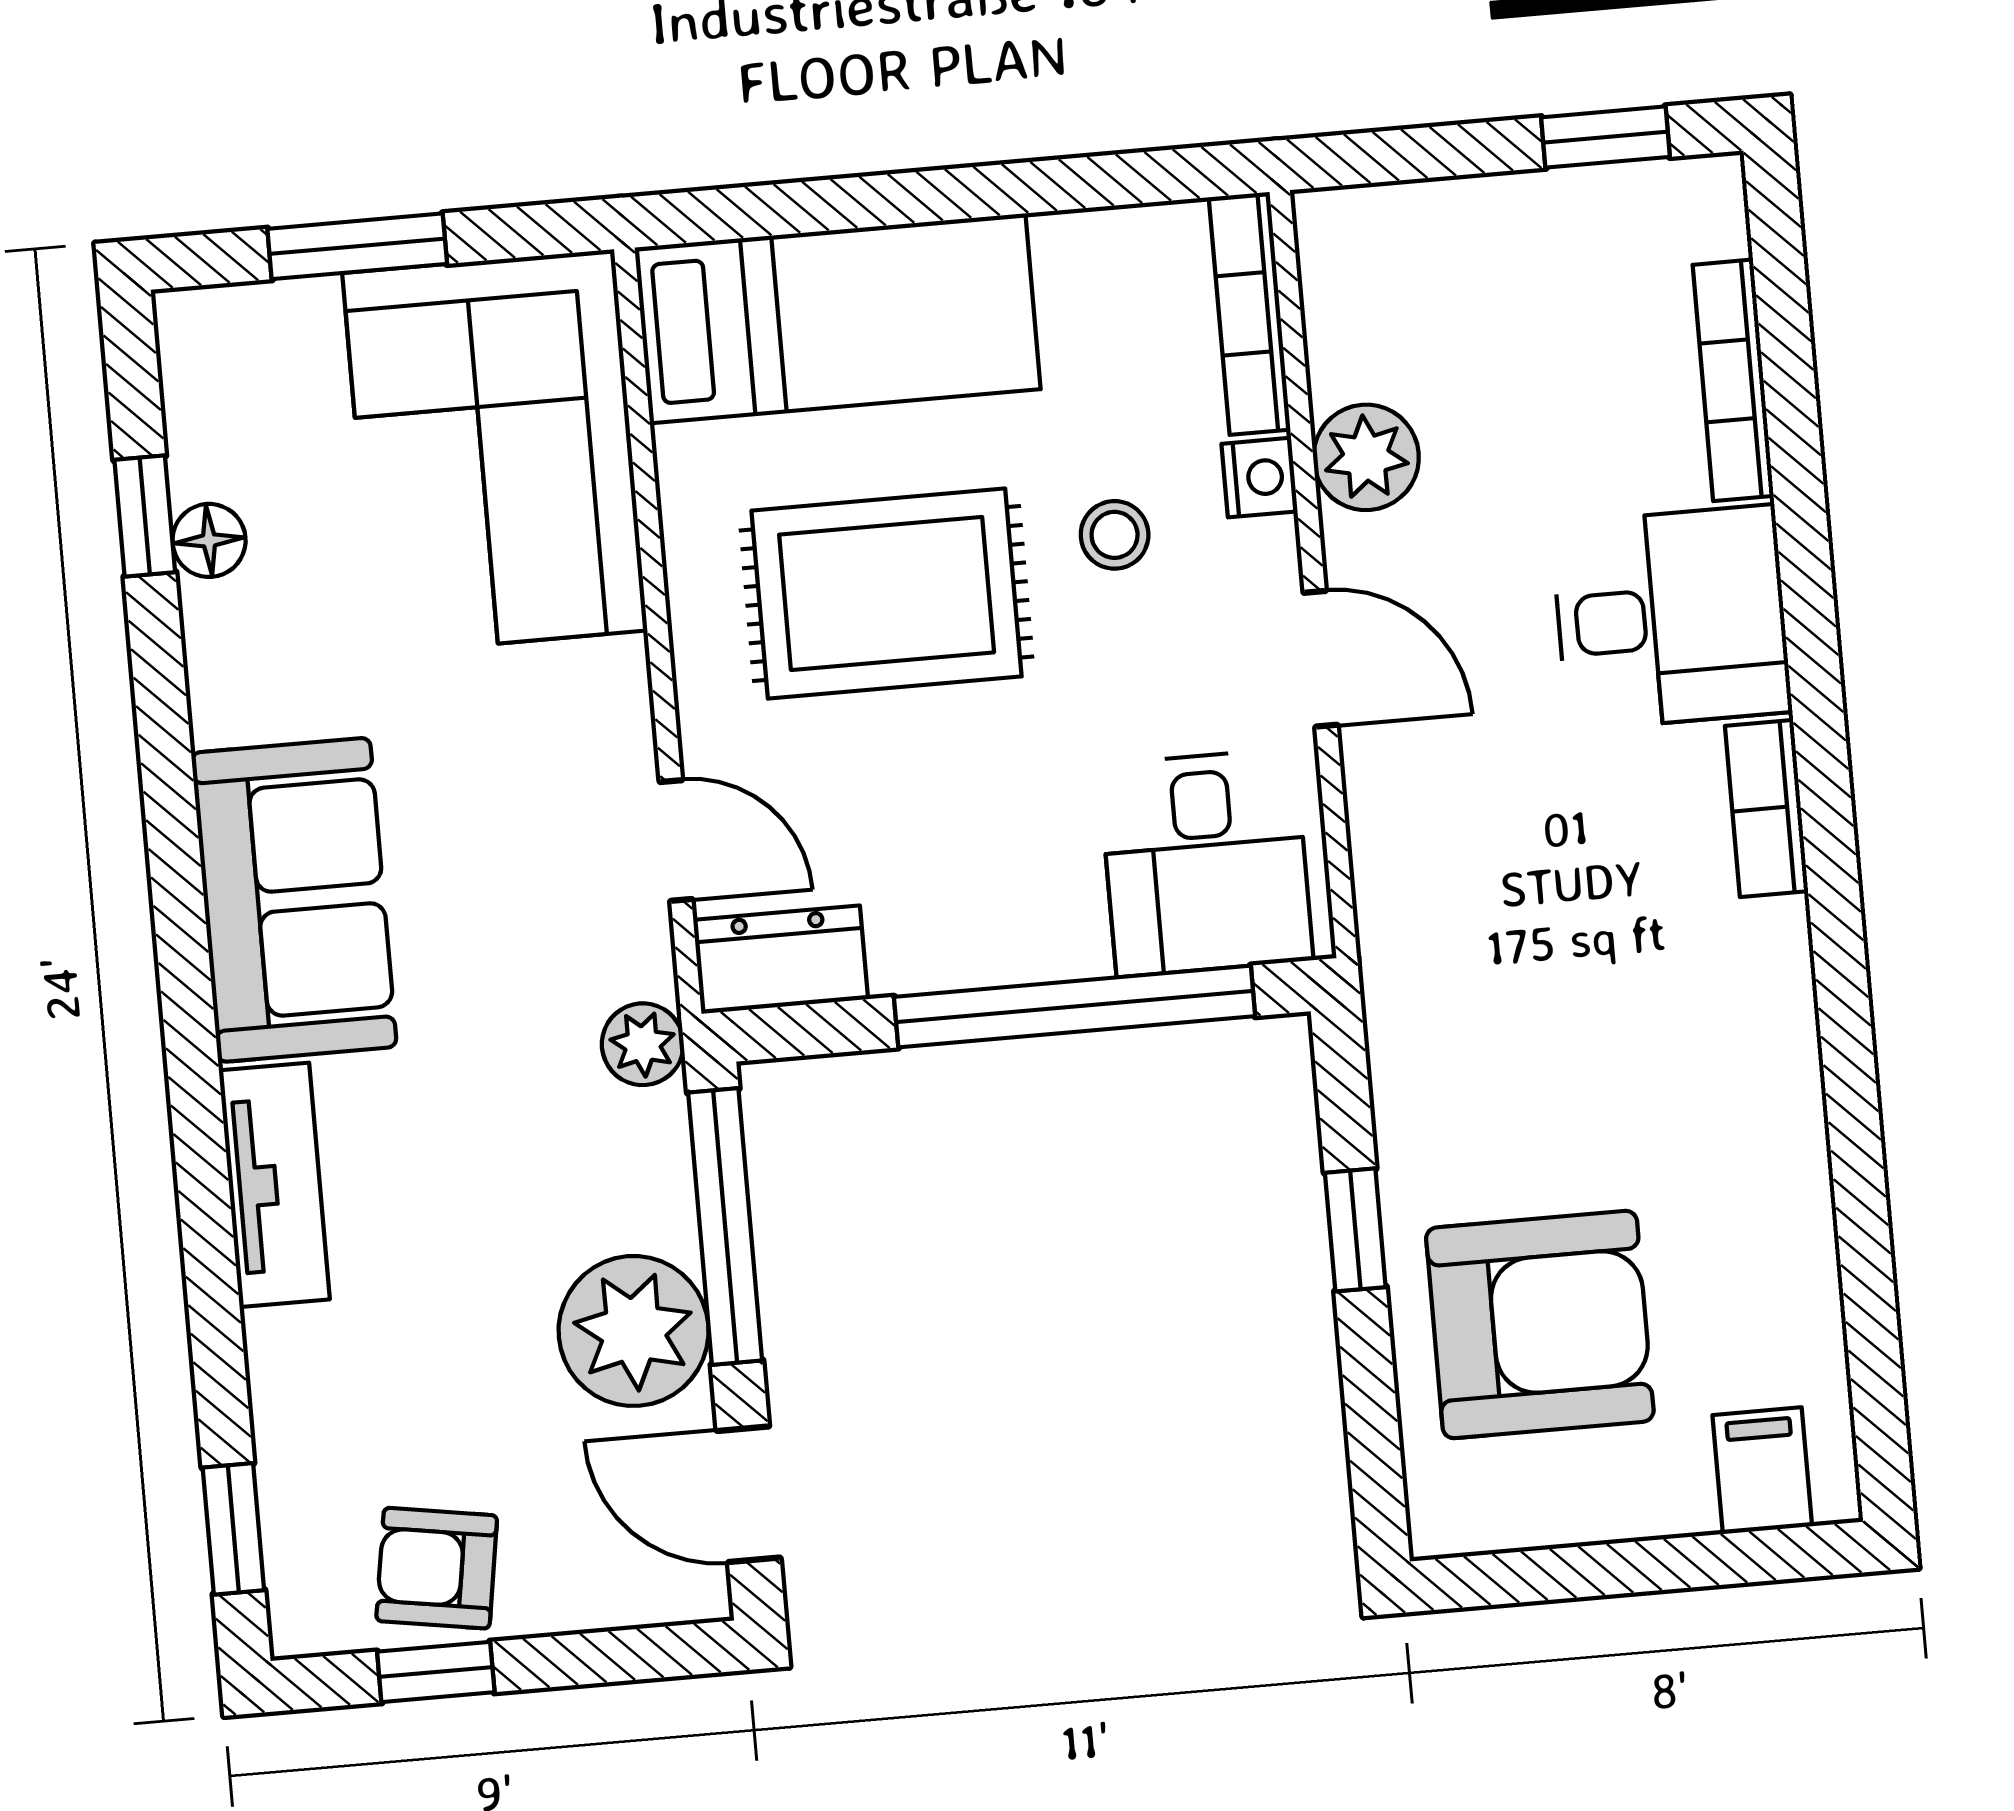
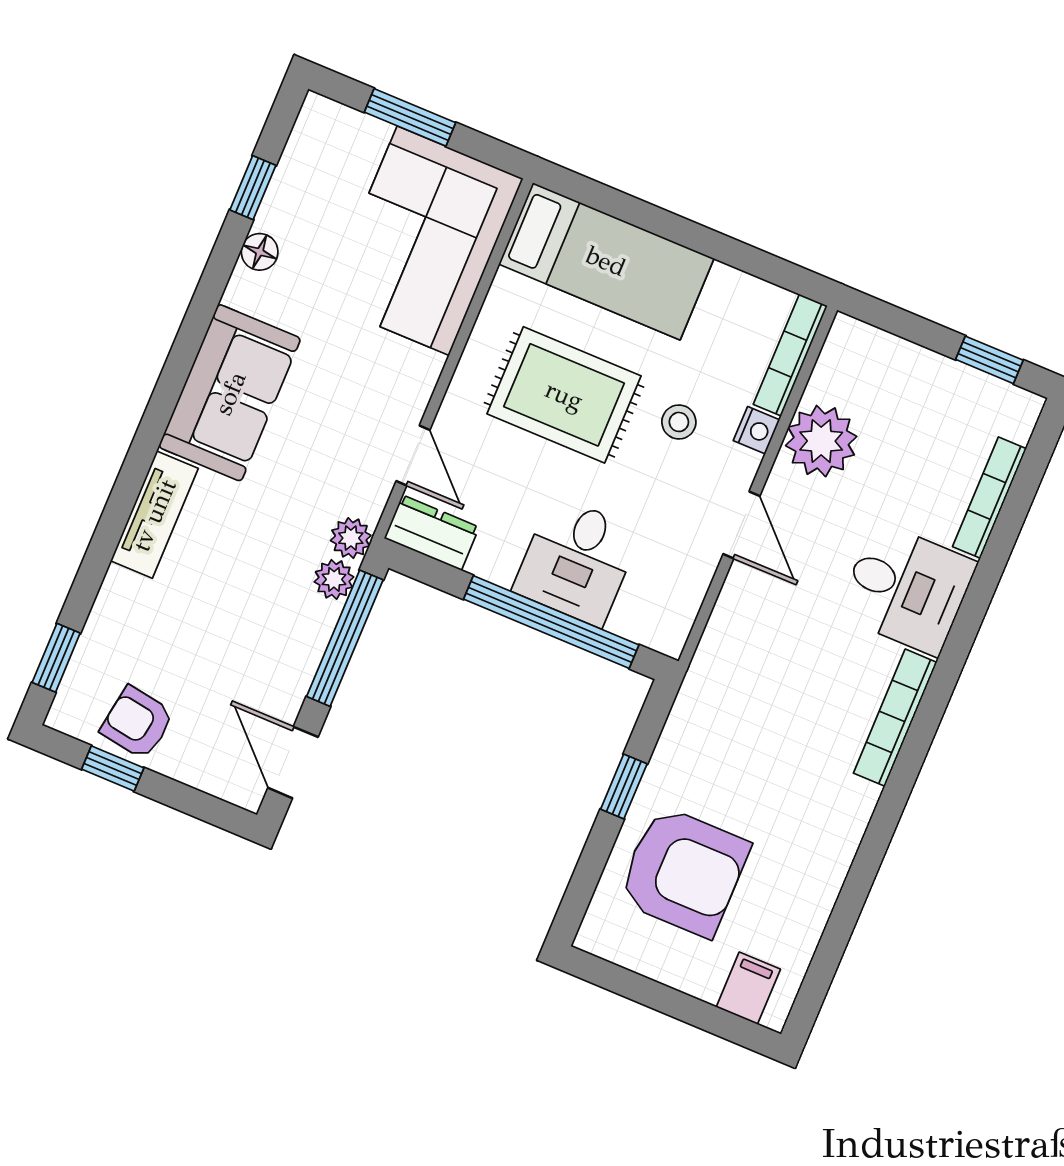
plant: (1366, 457) -> (821, 441), width x1.36, depth x1.36
floor lamp: (209, 540) -> (260, 252), moved
bookcase: (1767, 809) -> (895, 718), width x1.56
desk: (1206, 862) -> (577, 561), moved
plant: (634, 1331) -> (334, 579), moved, width x0.53, depth x0.53

